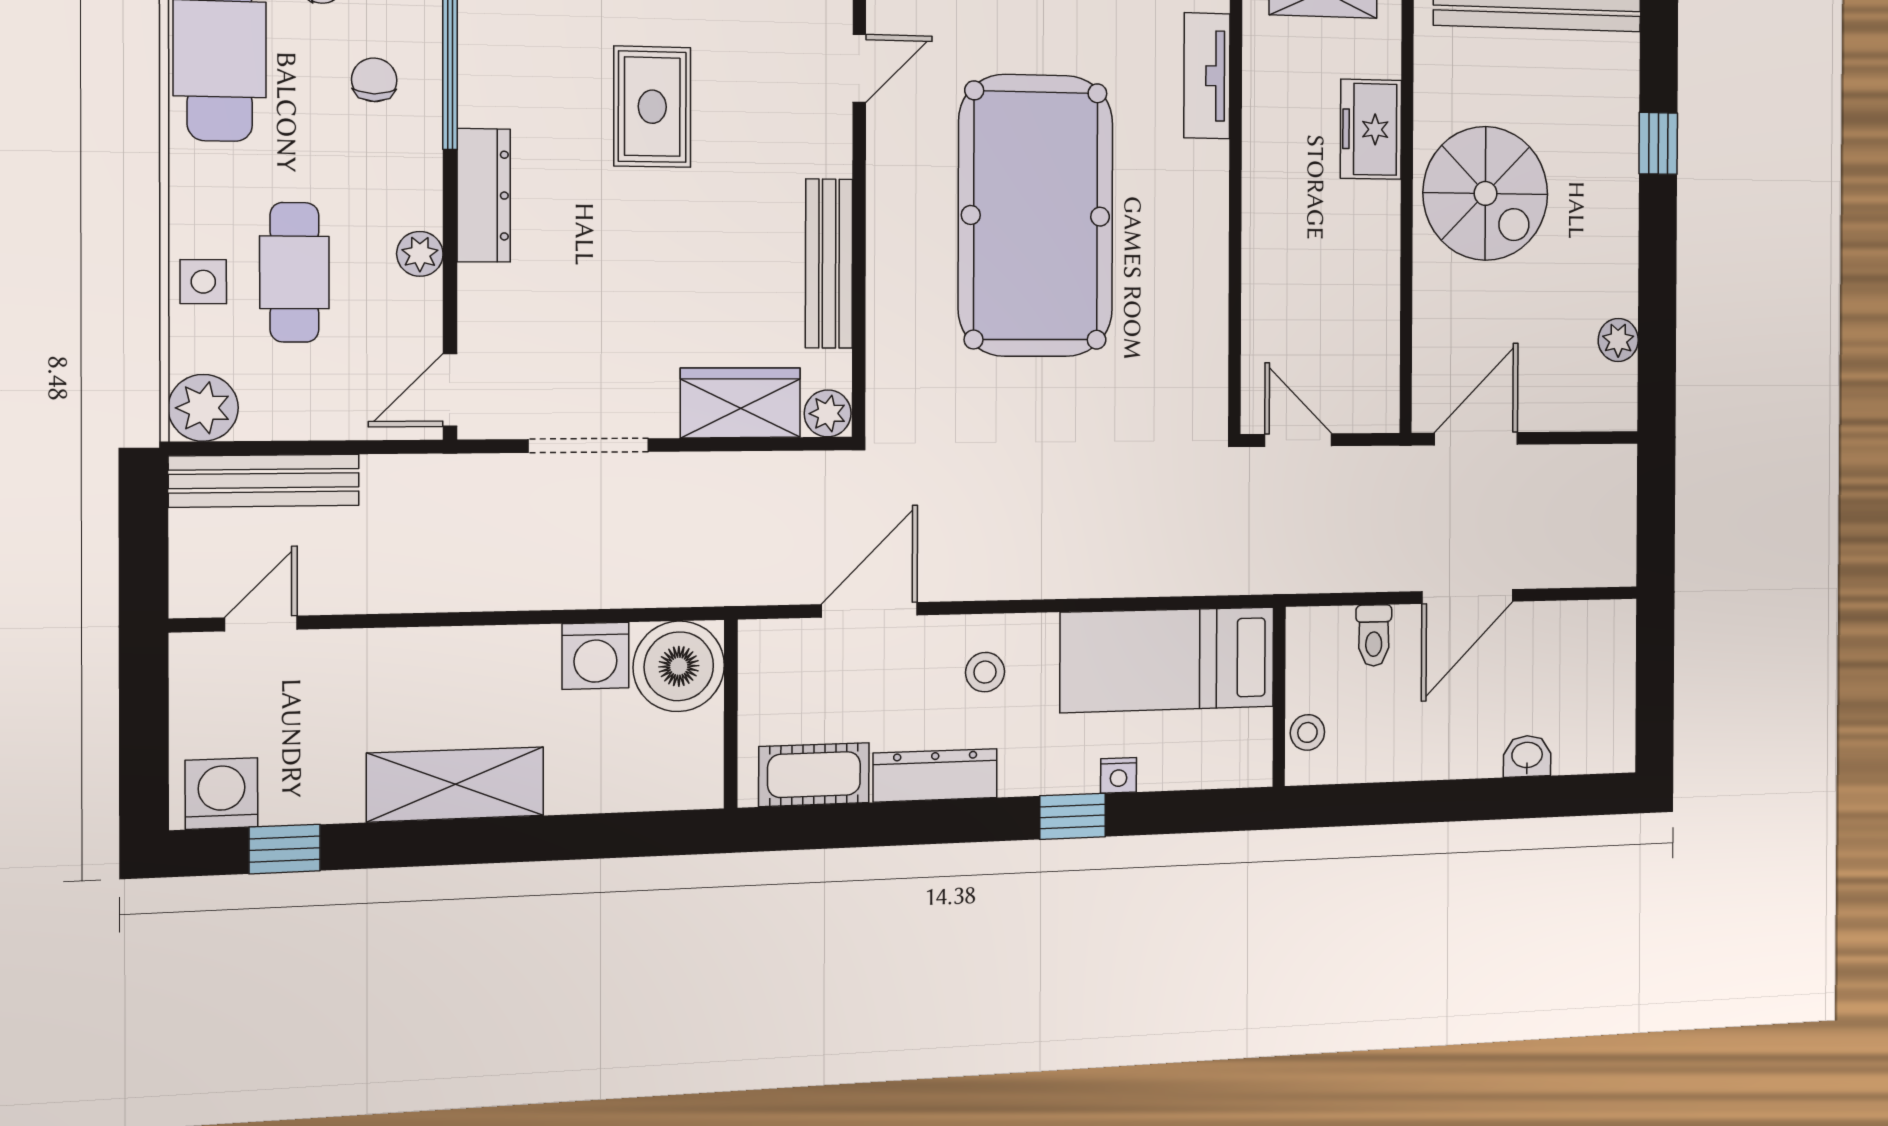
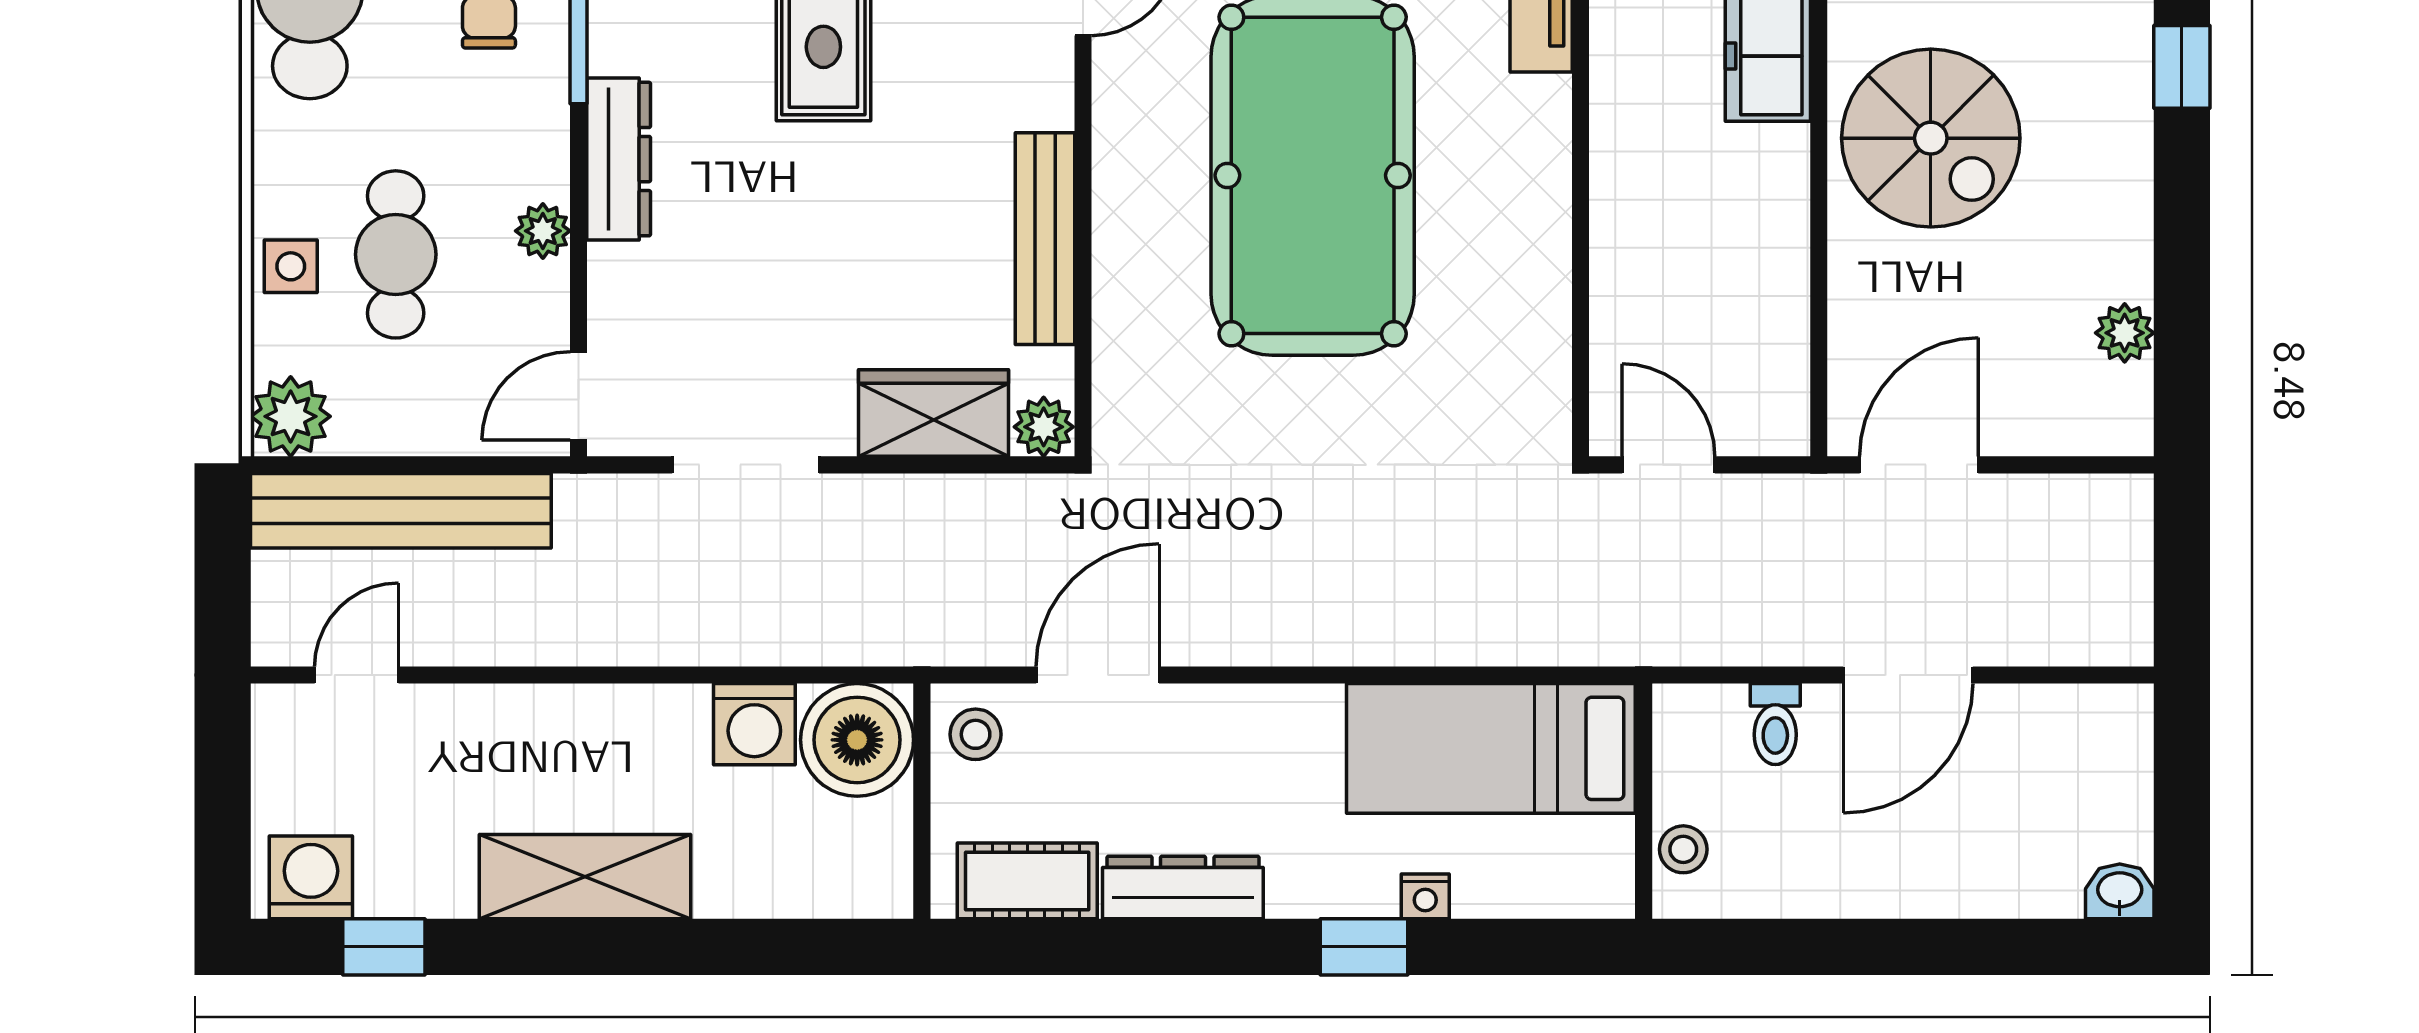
bench: (264, 481) -> (401, 511), width x1.37, depth x1.21
stool: (985, 672) -> (976, 734), moved
washbasin: (1527, 756) -> (2120, 891), moved

